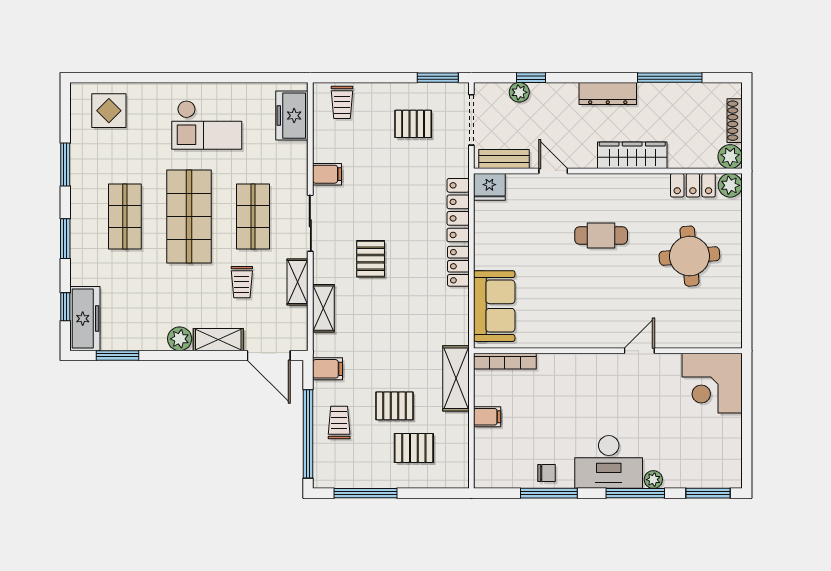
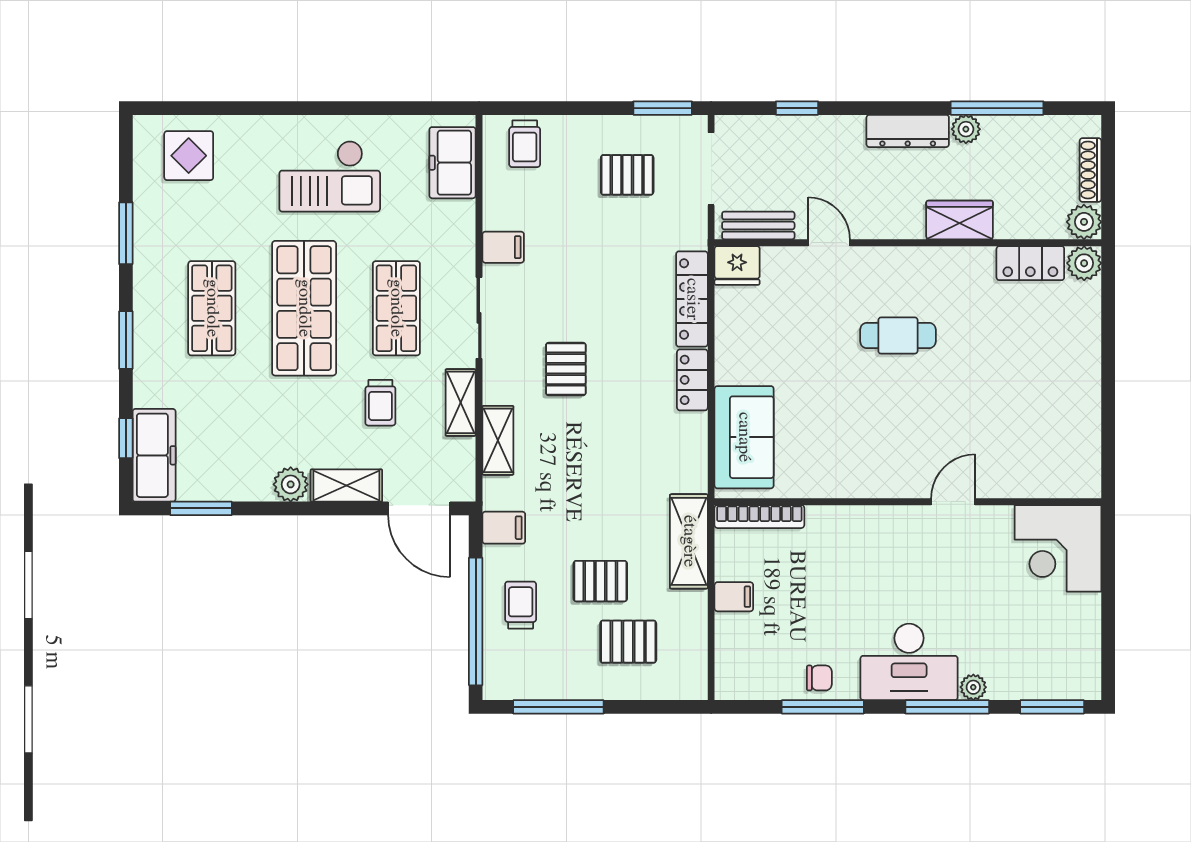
plant: (519, 92) -> (966, 129), moved
wardrobe: (632, 155) -> (960, 220), width x0.67
round table: (689, 256) -> (1025, 365), removed

